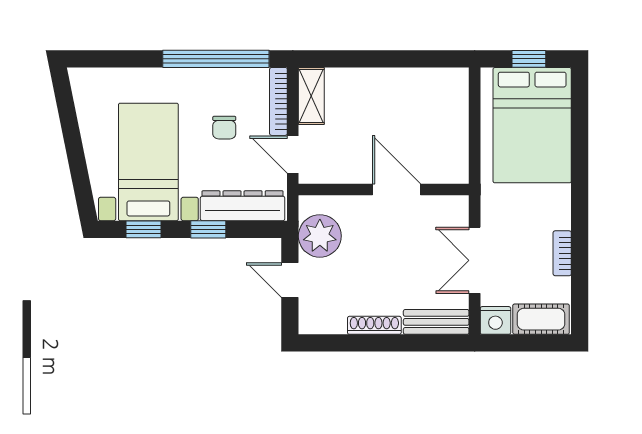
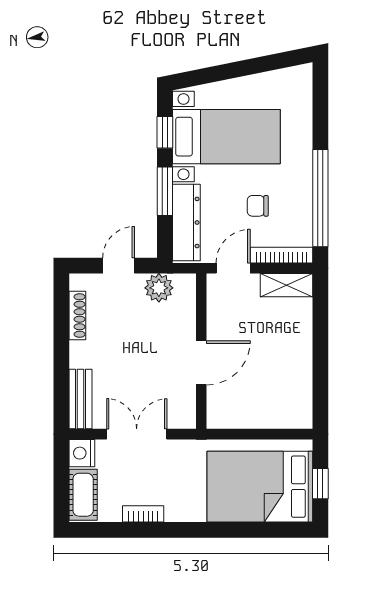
window: (208, 229) -> (165, 191), width x1.50
plant: (320, 236) -> (159, 288), width x0.73, depth x0.73
shoe rack: (374, 325) -> (77, 316), moved

